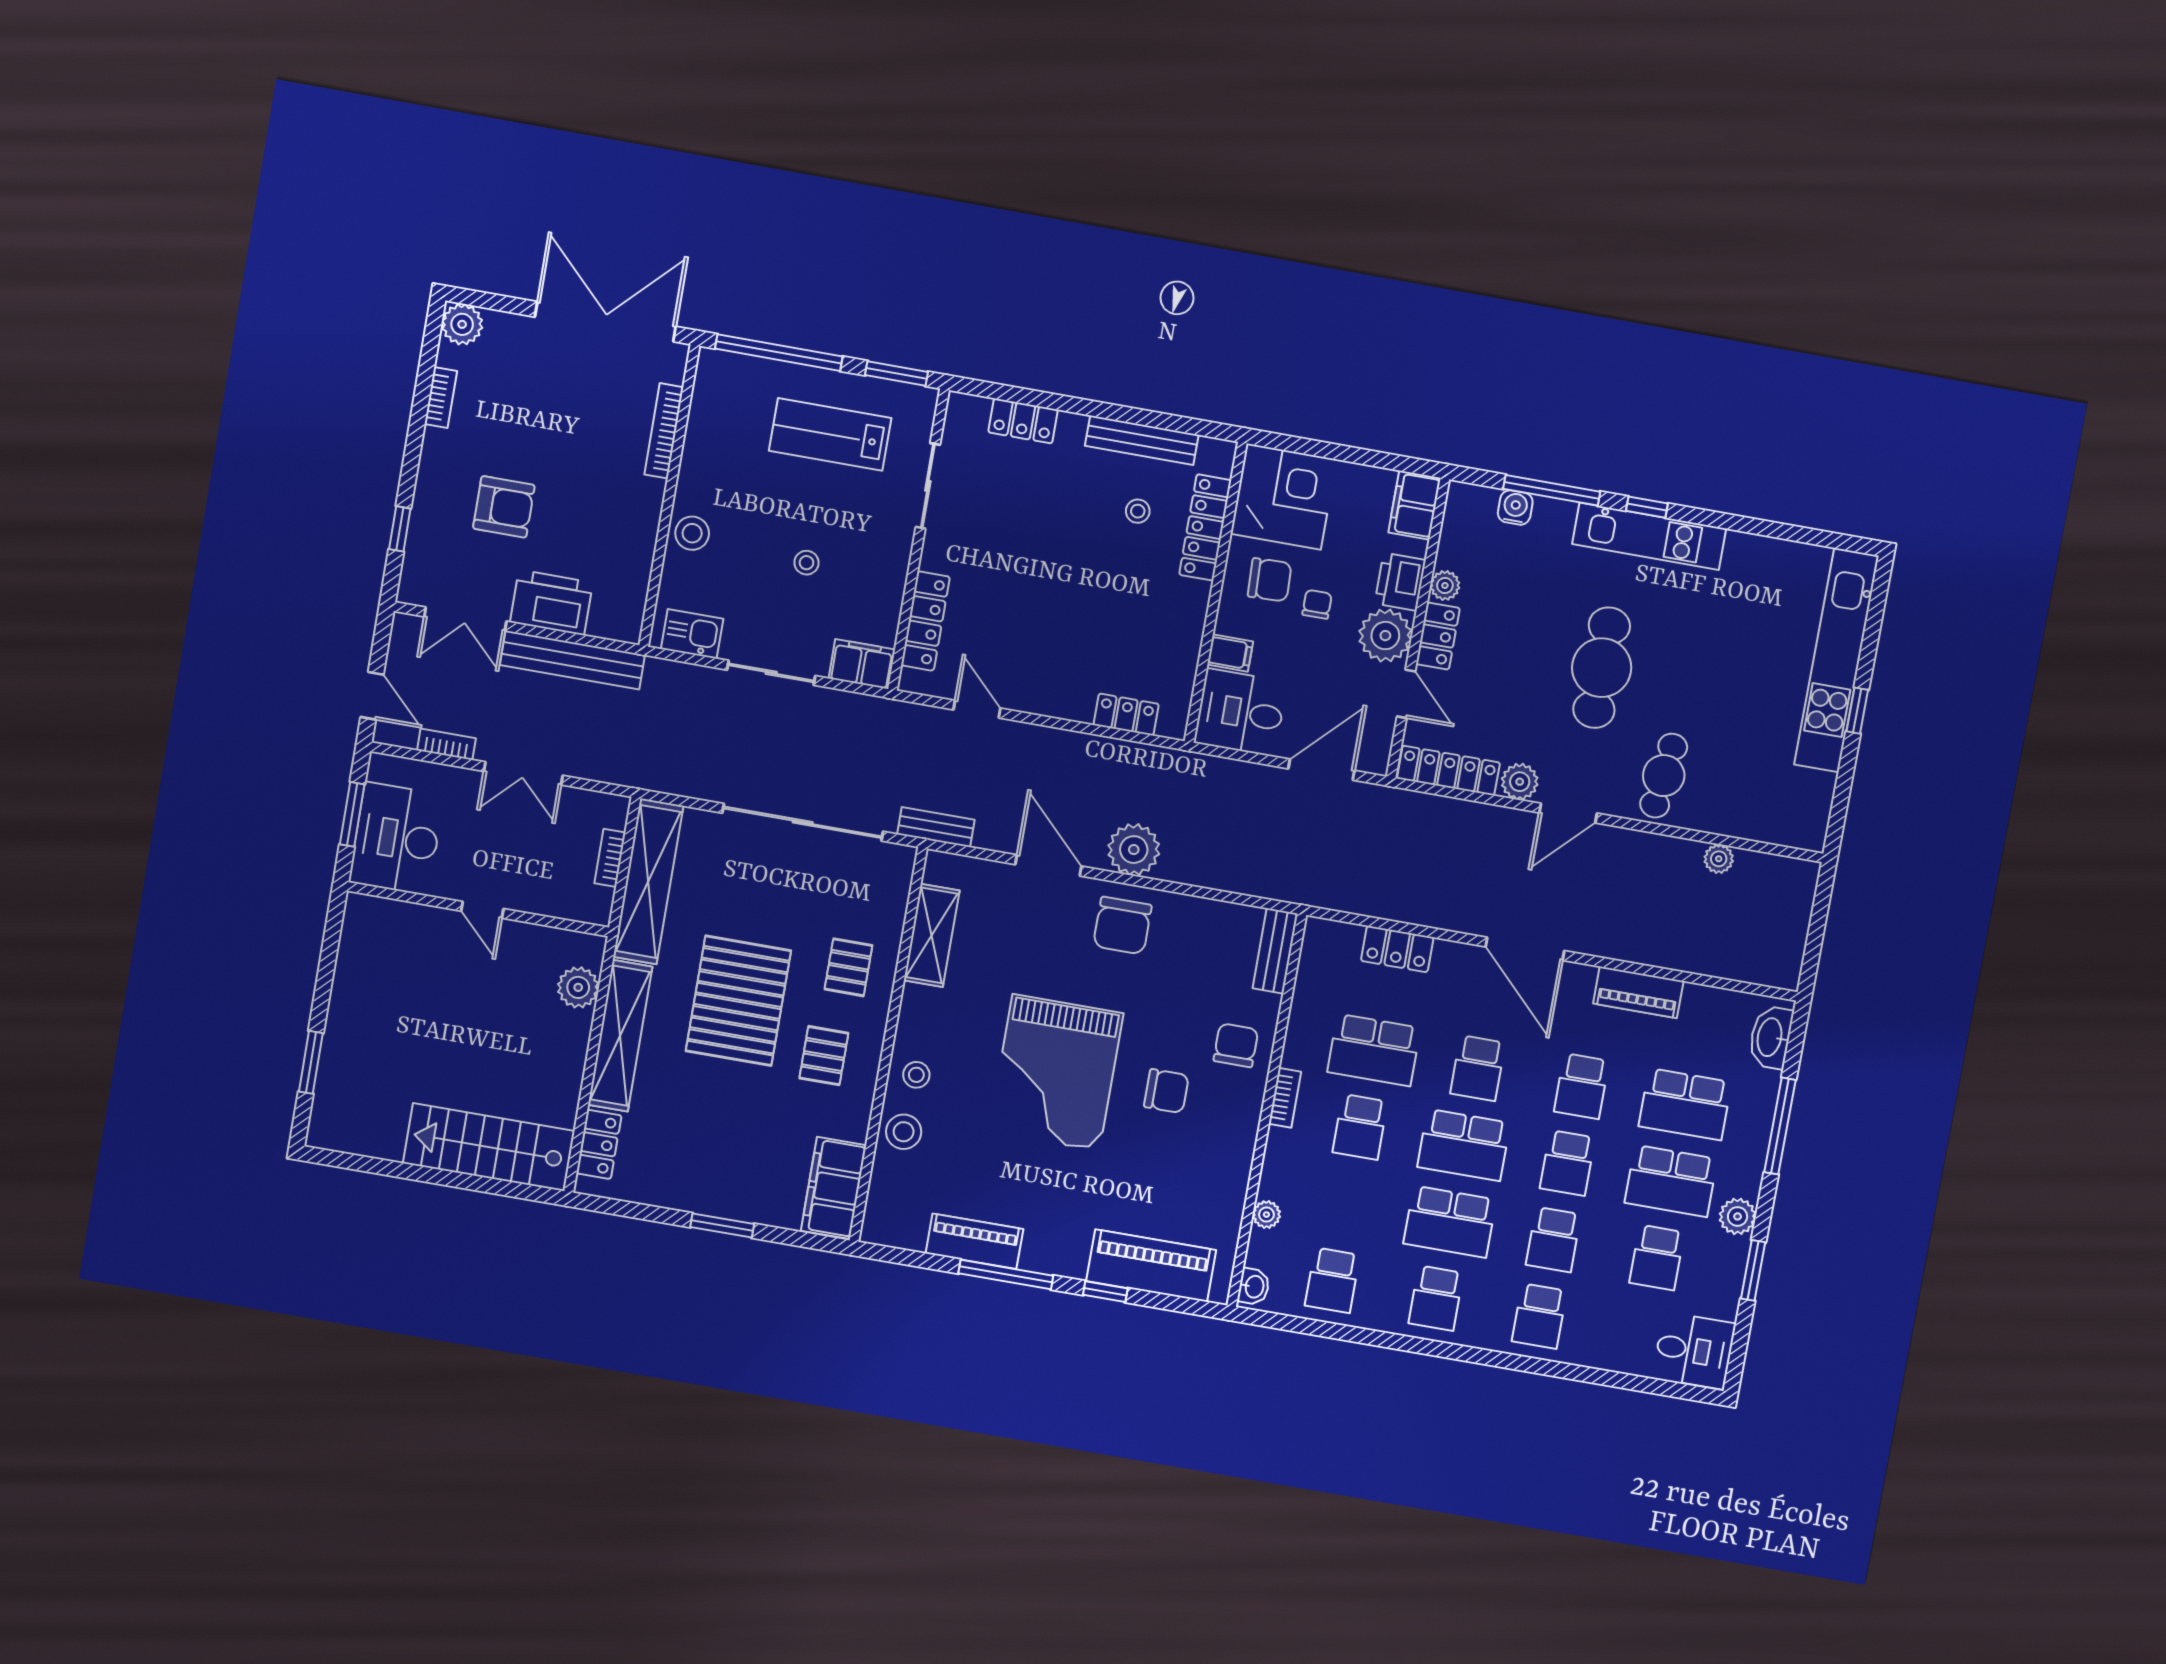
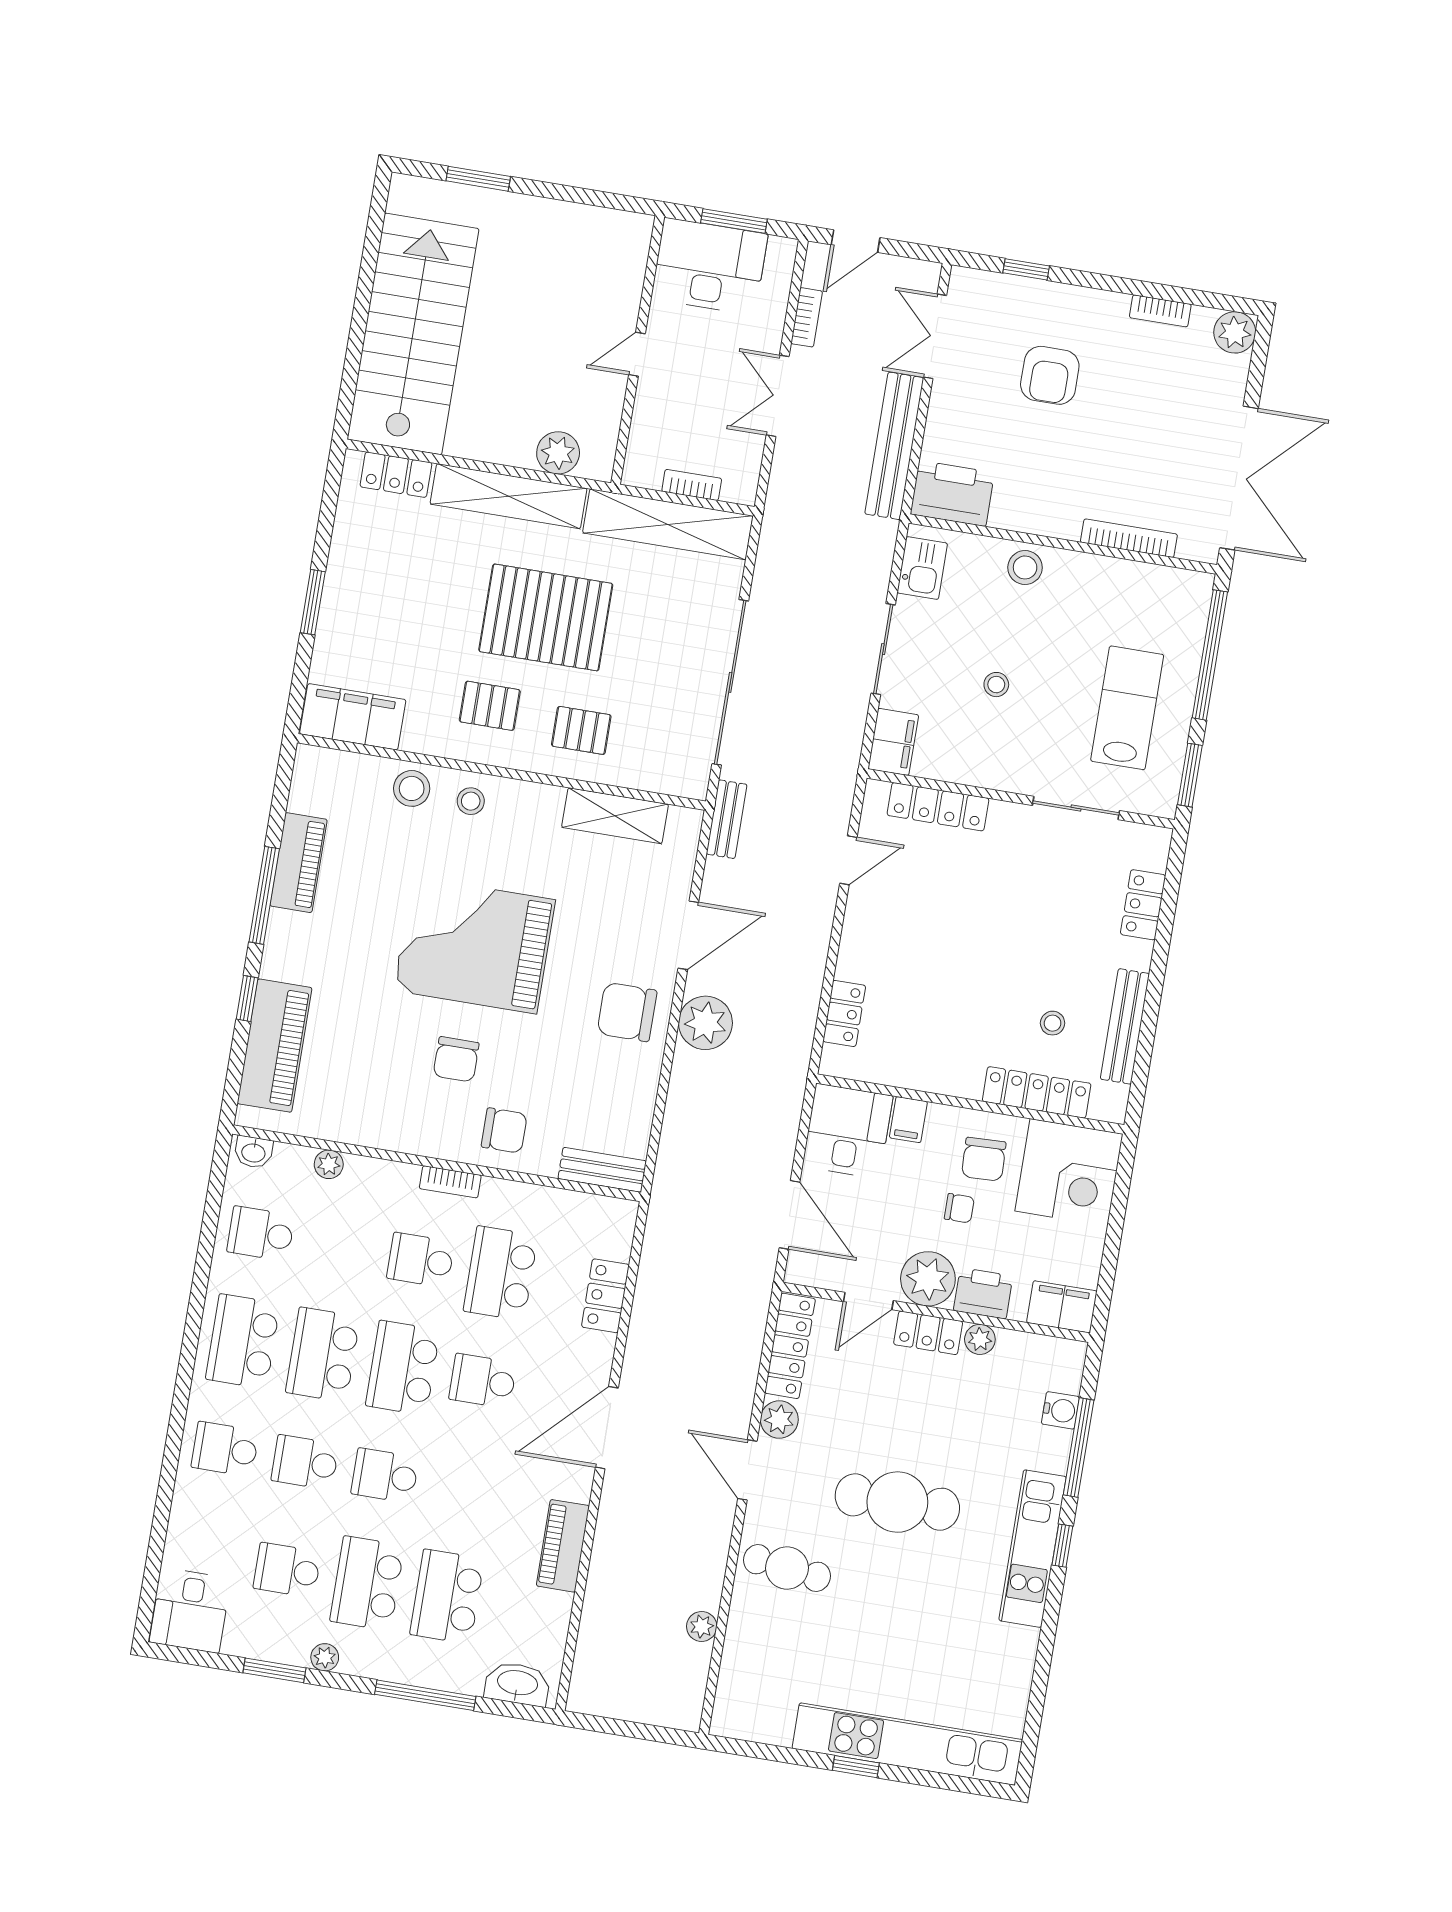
printer: (551, 602) -> (952, 493), moved, turned -90
school desk: (1582, 1086) -> (465, 1489), removed
stairs: (489, 1147) -> (413, 334), width x1.36, depth x1.51
plant: (1738, 1216) -> (325, 1657), width x0.73, depth x0.73
school desk: (1436, 1298) -> (243, 1341), width x1.85

